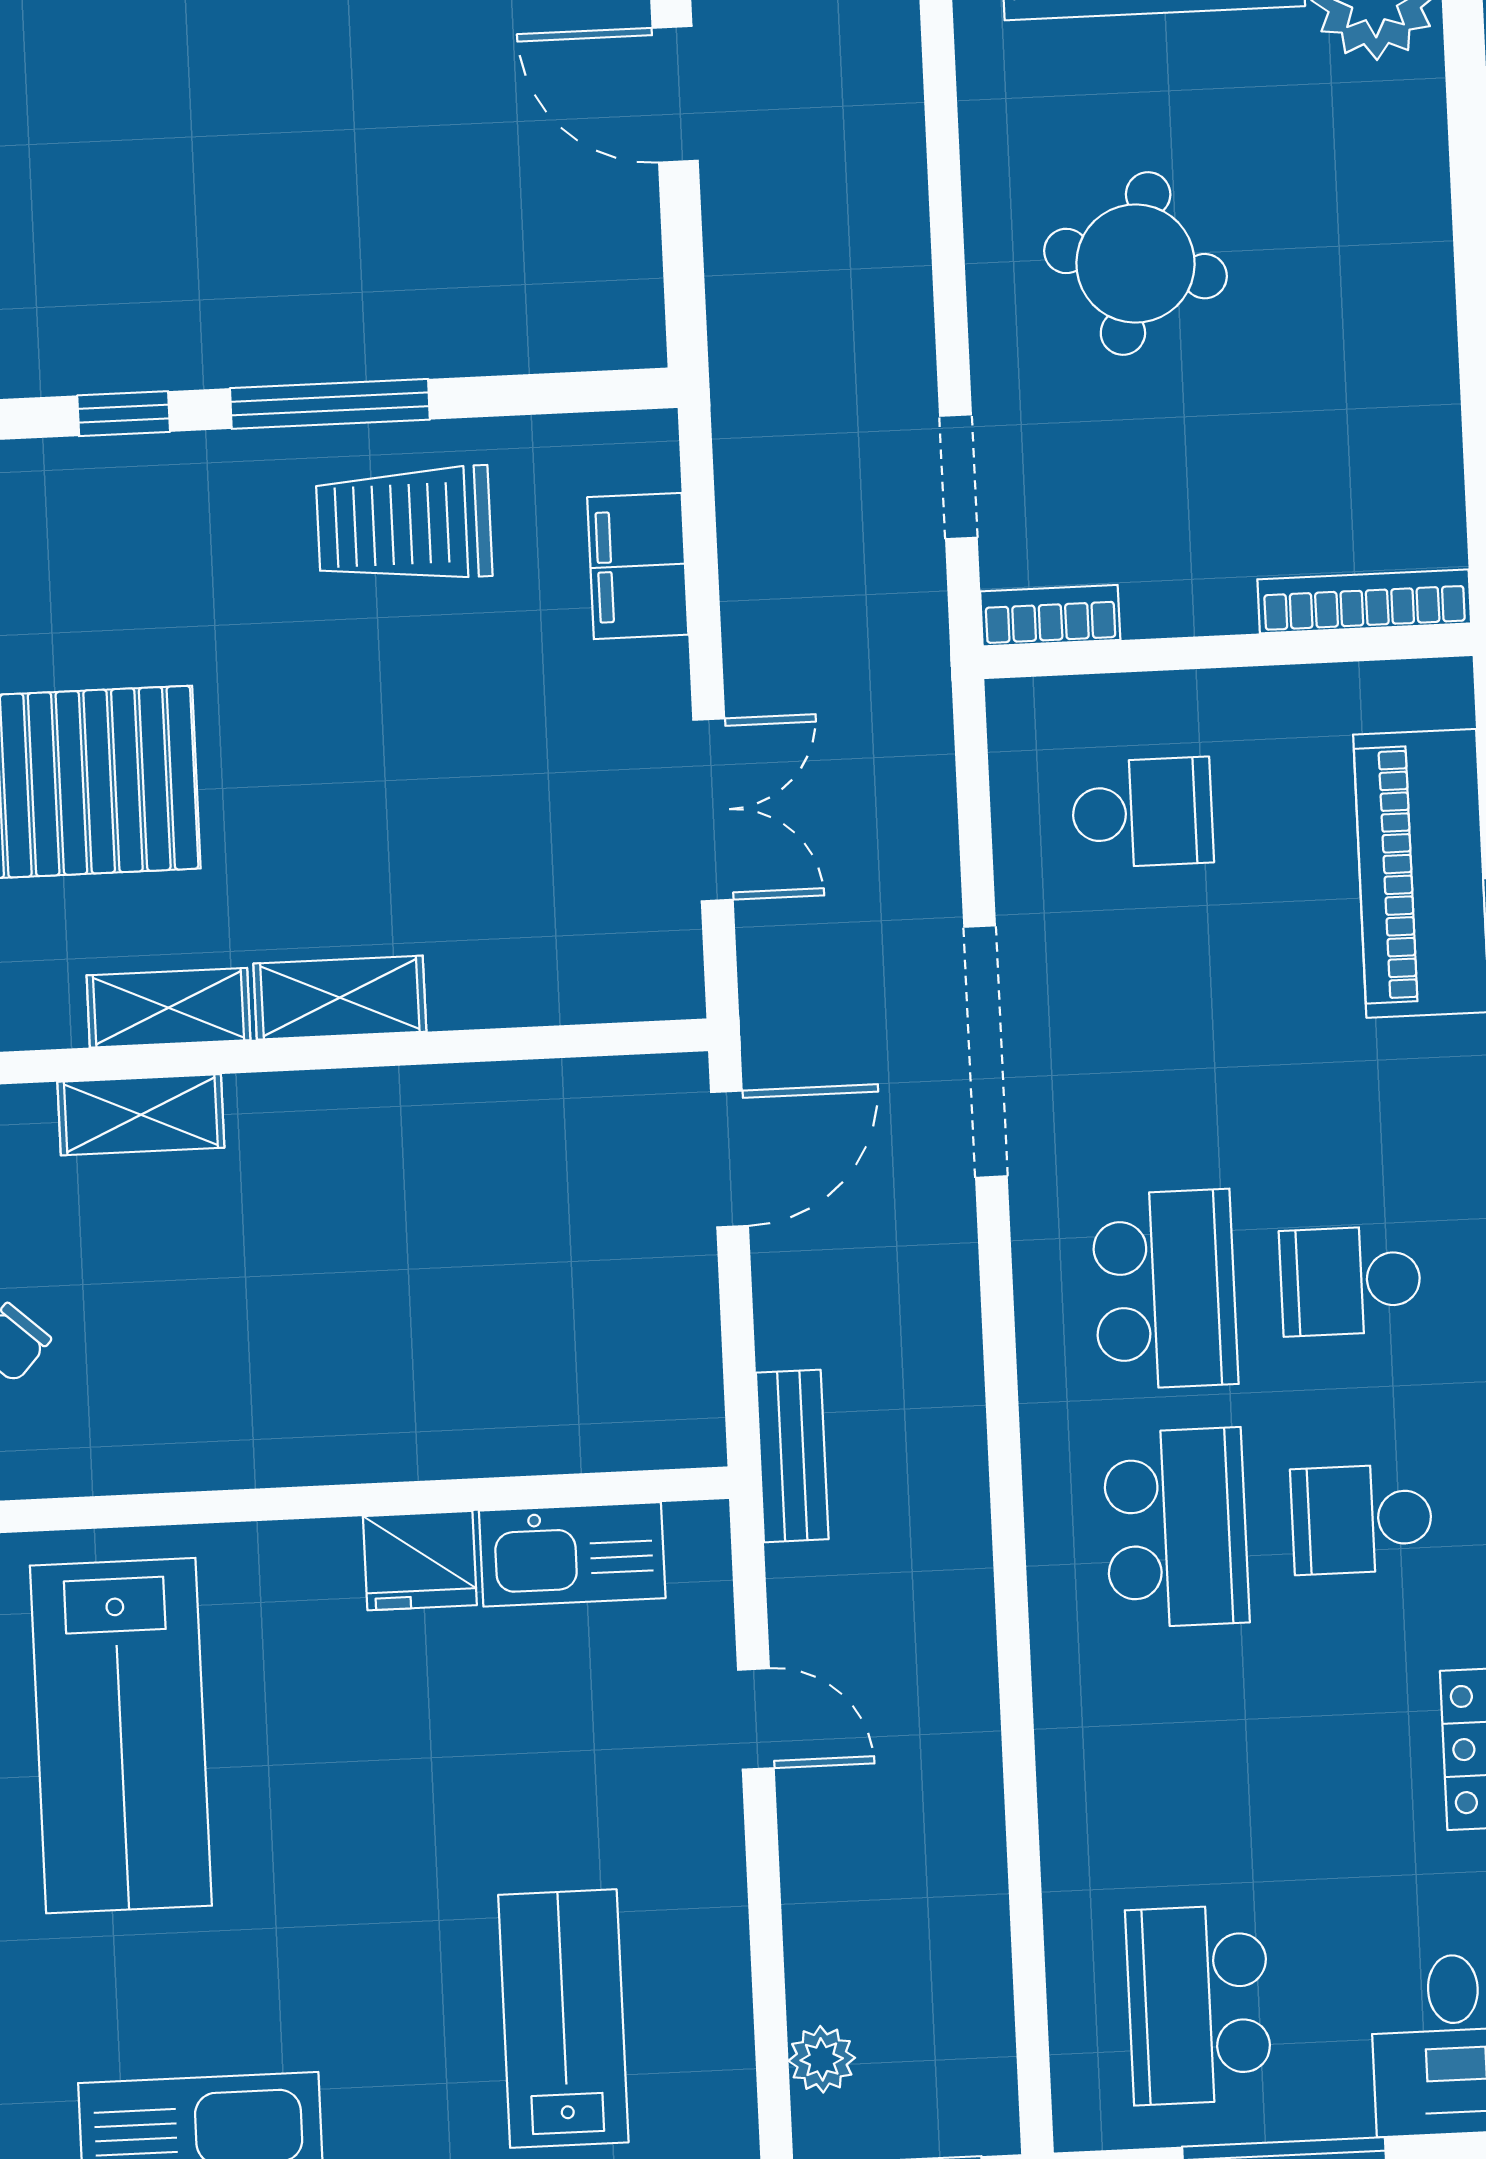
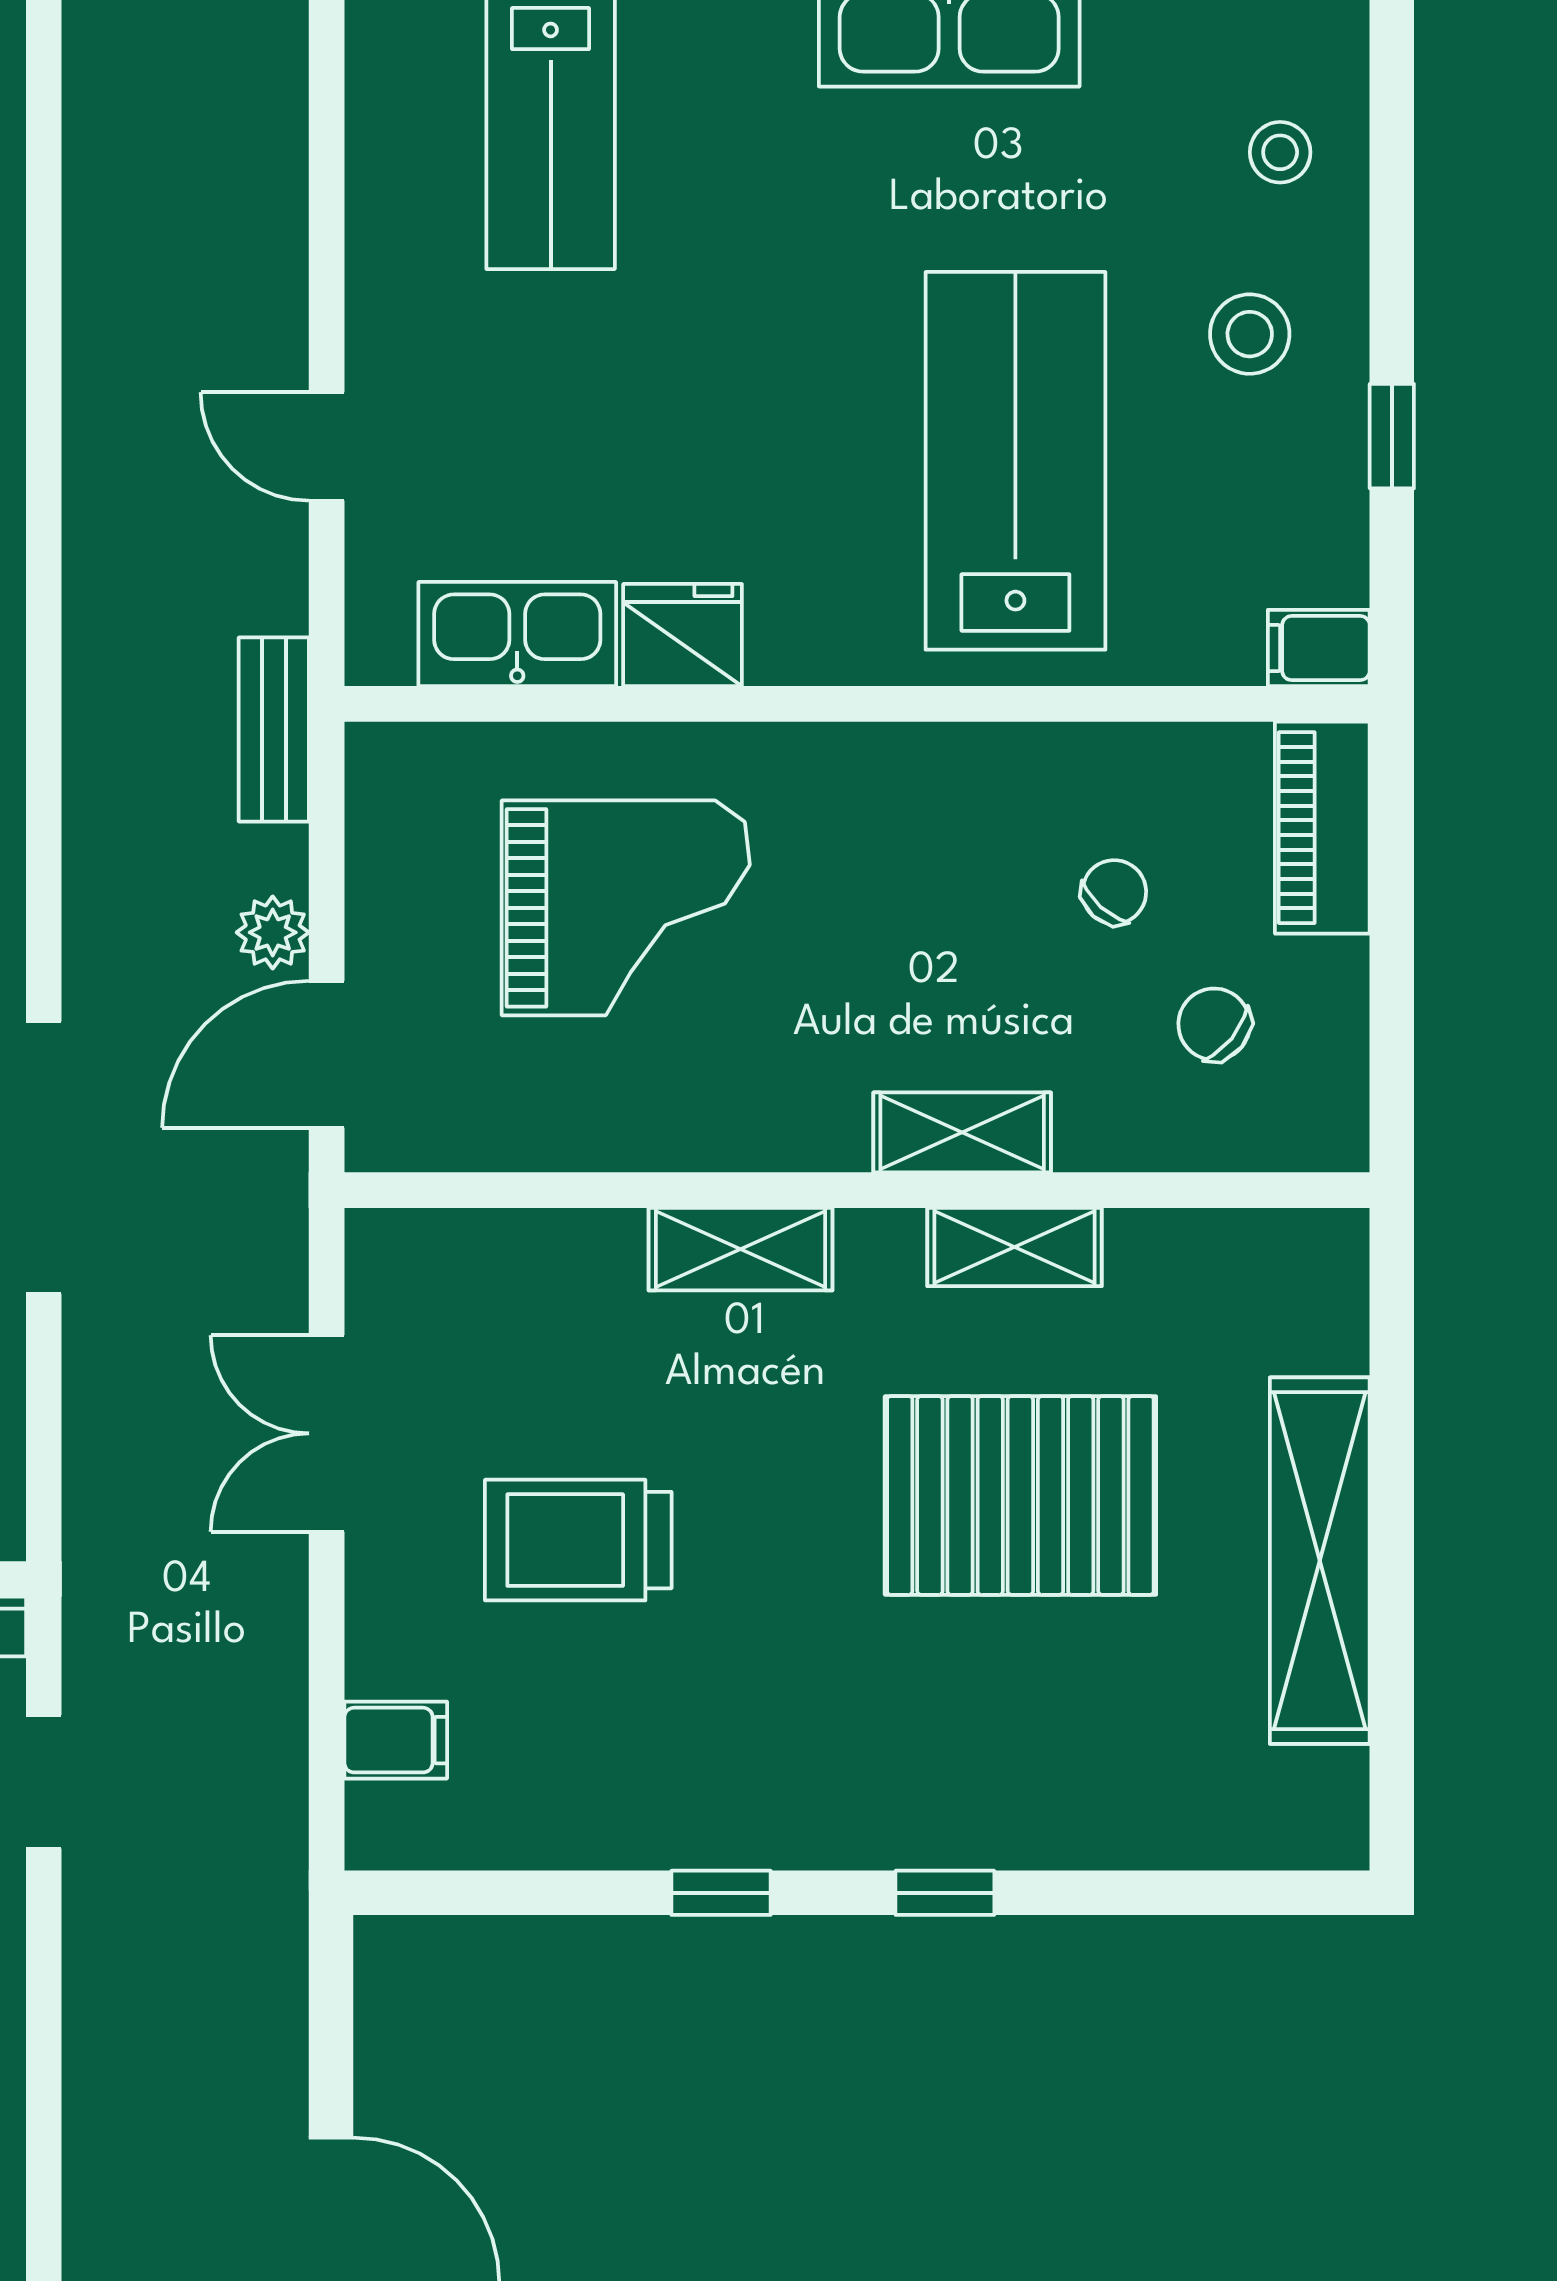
window: (330, 404) -> (721, 1893), width x0.46
trolley: (404, 524) -> (578, 1540), moved, turned 180
filing cabinet: (638, 566) -> (396, 1740), width x0.50
shelving: (169, 1008) -> (1015, 1247), moved
grand piano: (460, 1307) -> (626, 908), added
plant: (822, 2059) -> (273, 932), moved

